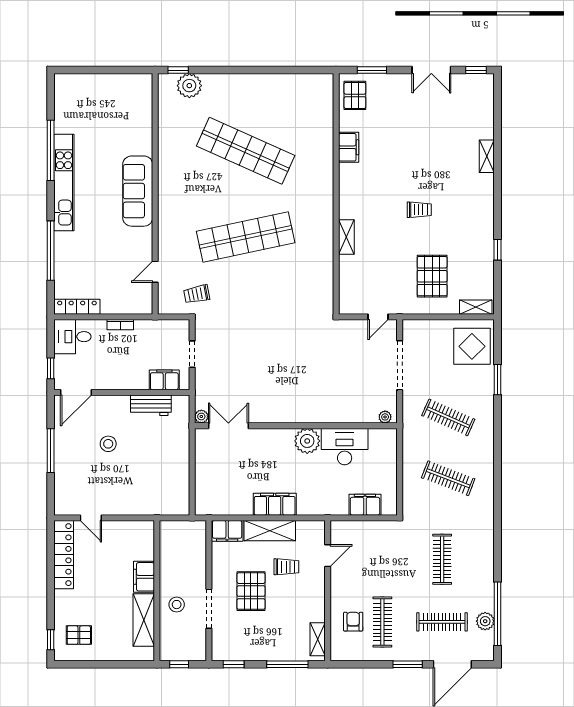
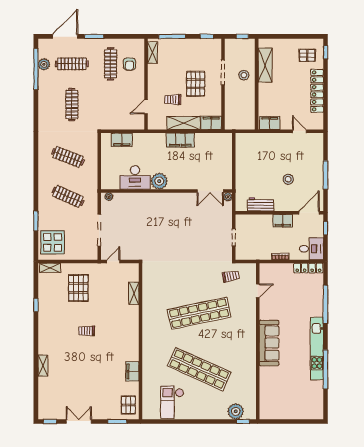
checkout: (287, 100) -> (172, 402), added
shelving: (346, 237) -> (134, 293), moved
filing cabinet: (164, 380) -> (283, 221), moved
locker: (64, 555) -> (317, 91), moved
filing cabinet: (144, 577) -> (270, 123), moved, turned -90

